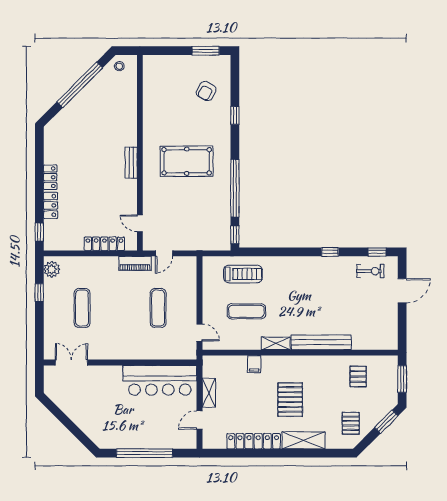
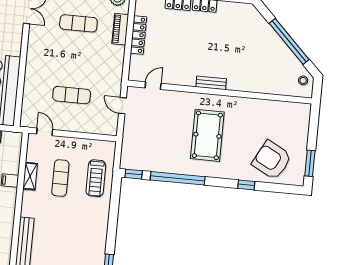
armchair: (206, 91) -> (272, 160), width x1.88, depth x1.88
locker: (104, 244) -> (138, 35), moved
piano: (135, 263) -> (120, 29), moved
door: (199, 333) -> (45, 132), swing flipped
shelving: (276, 343) -> (30, 176), moved

